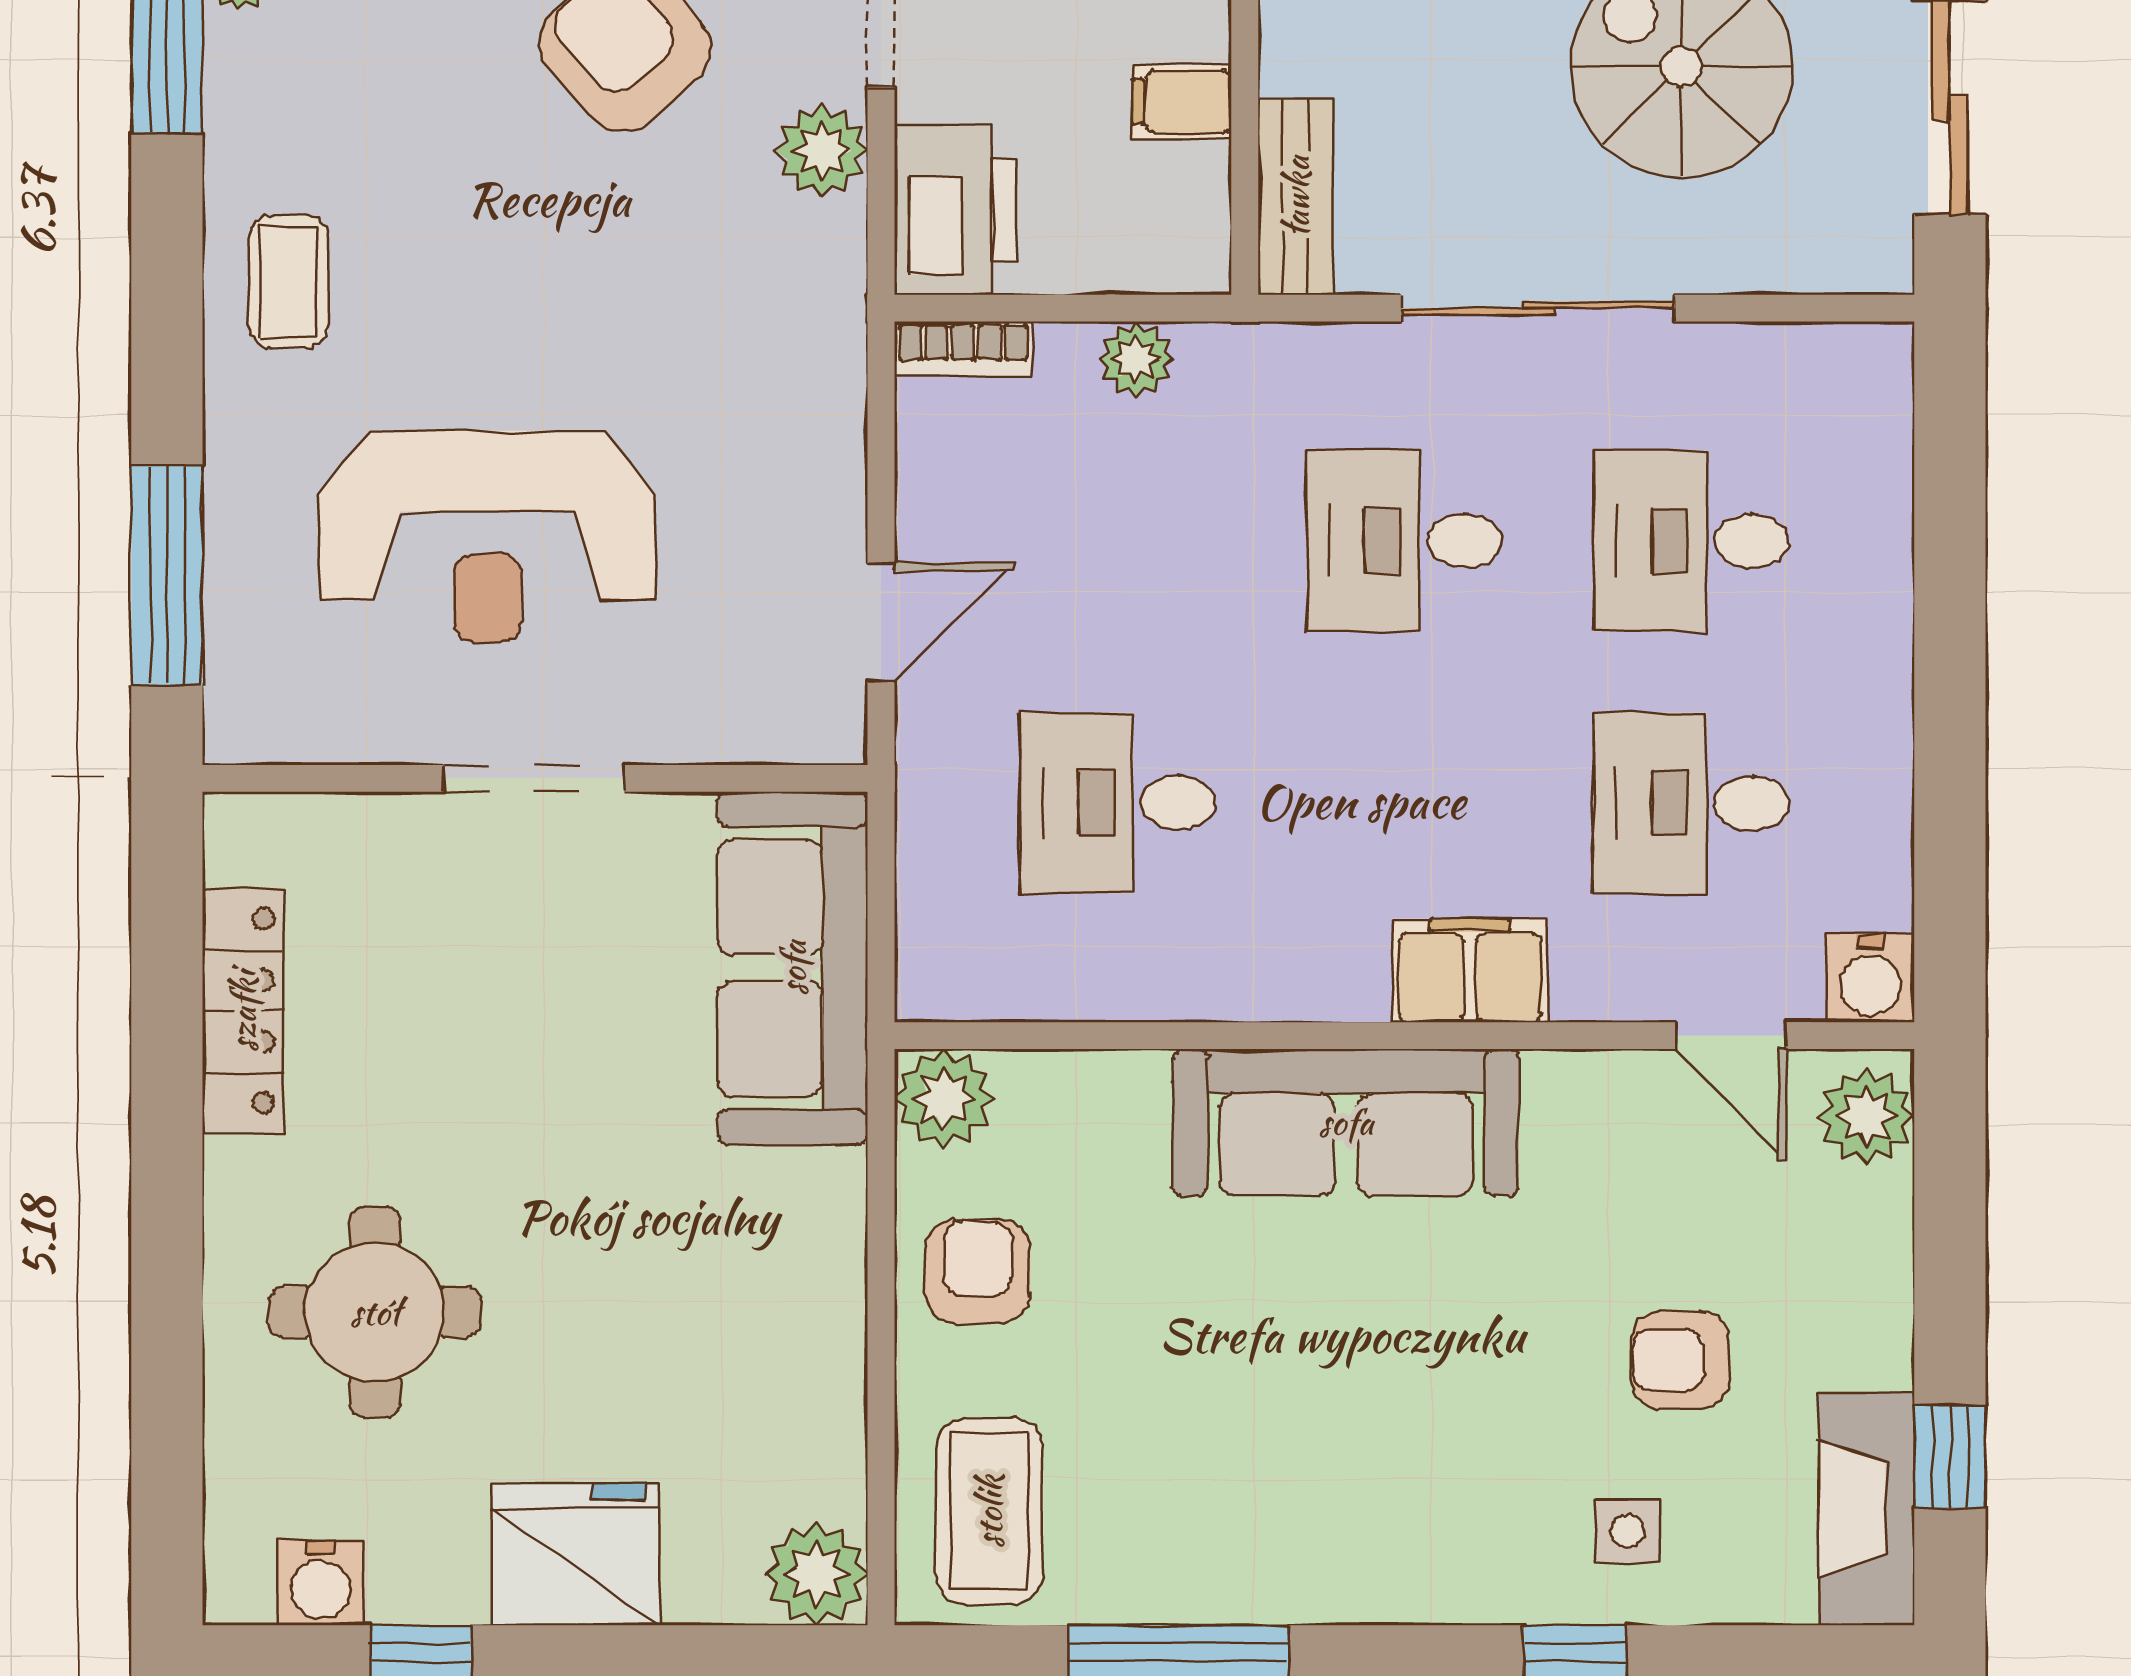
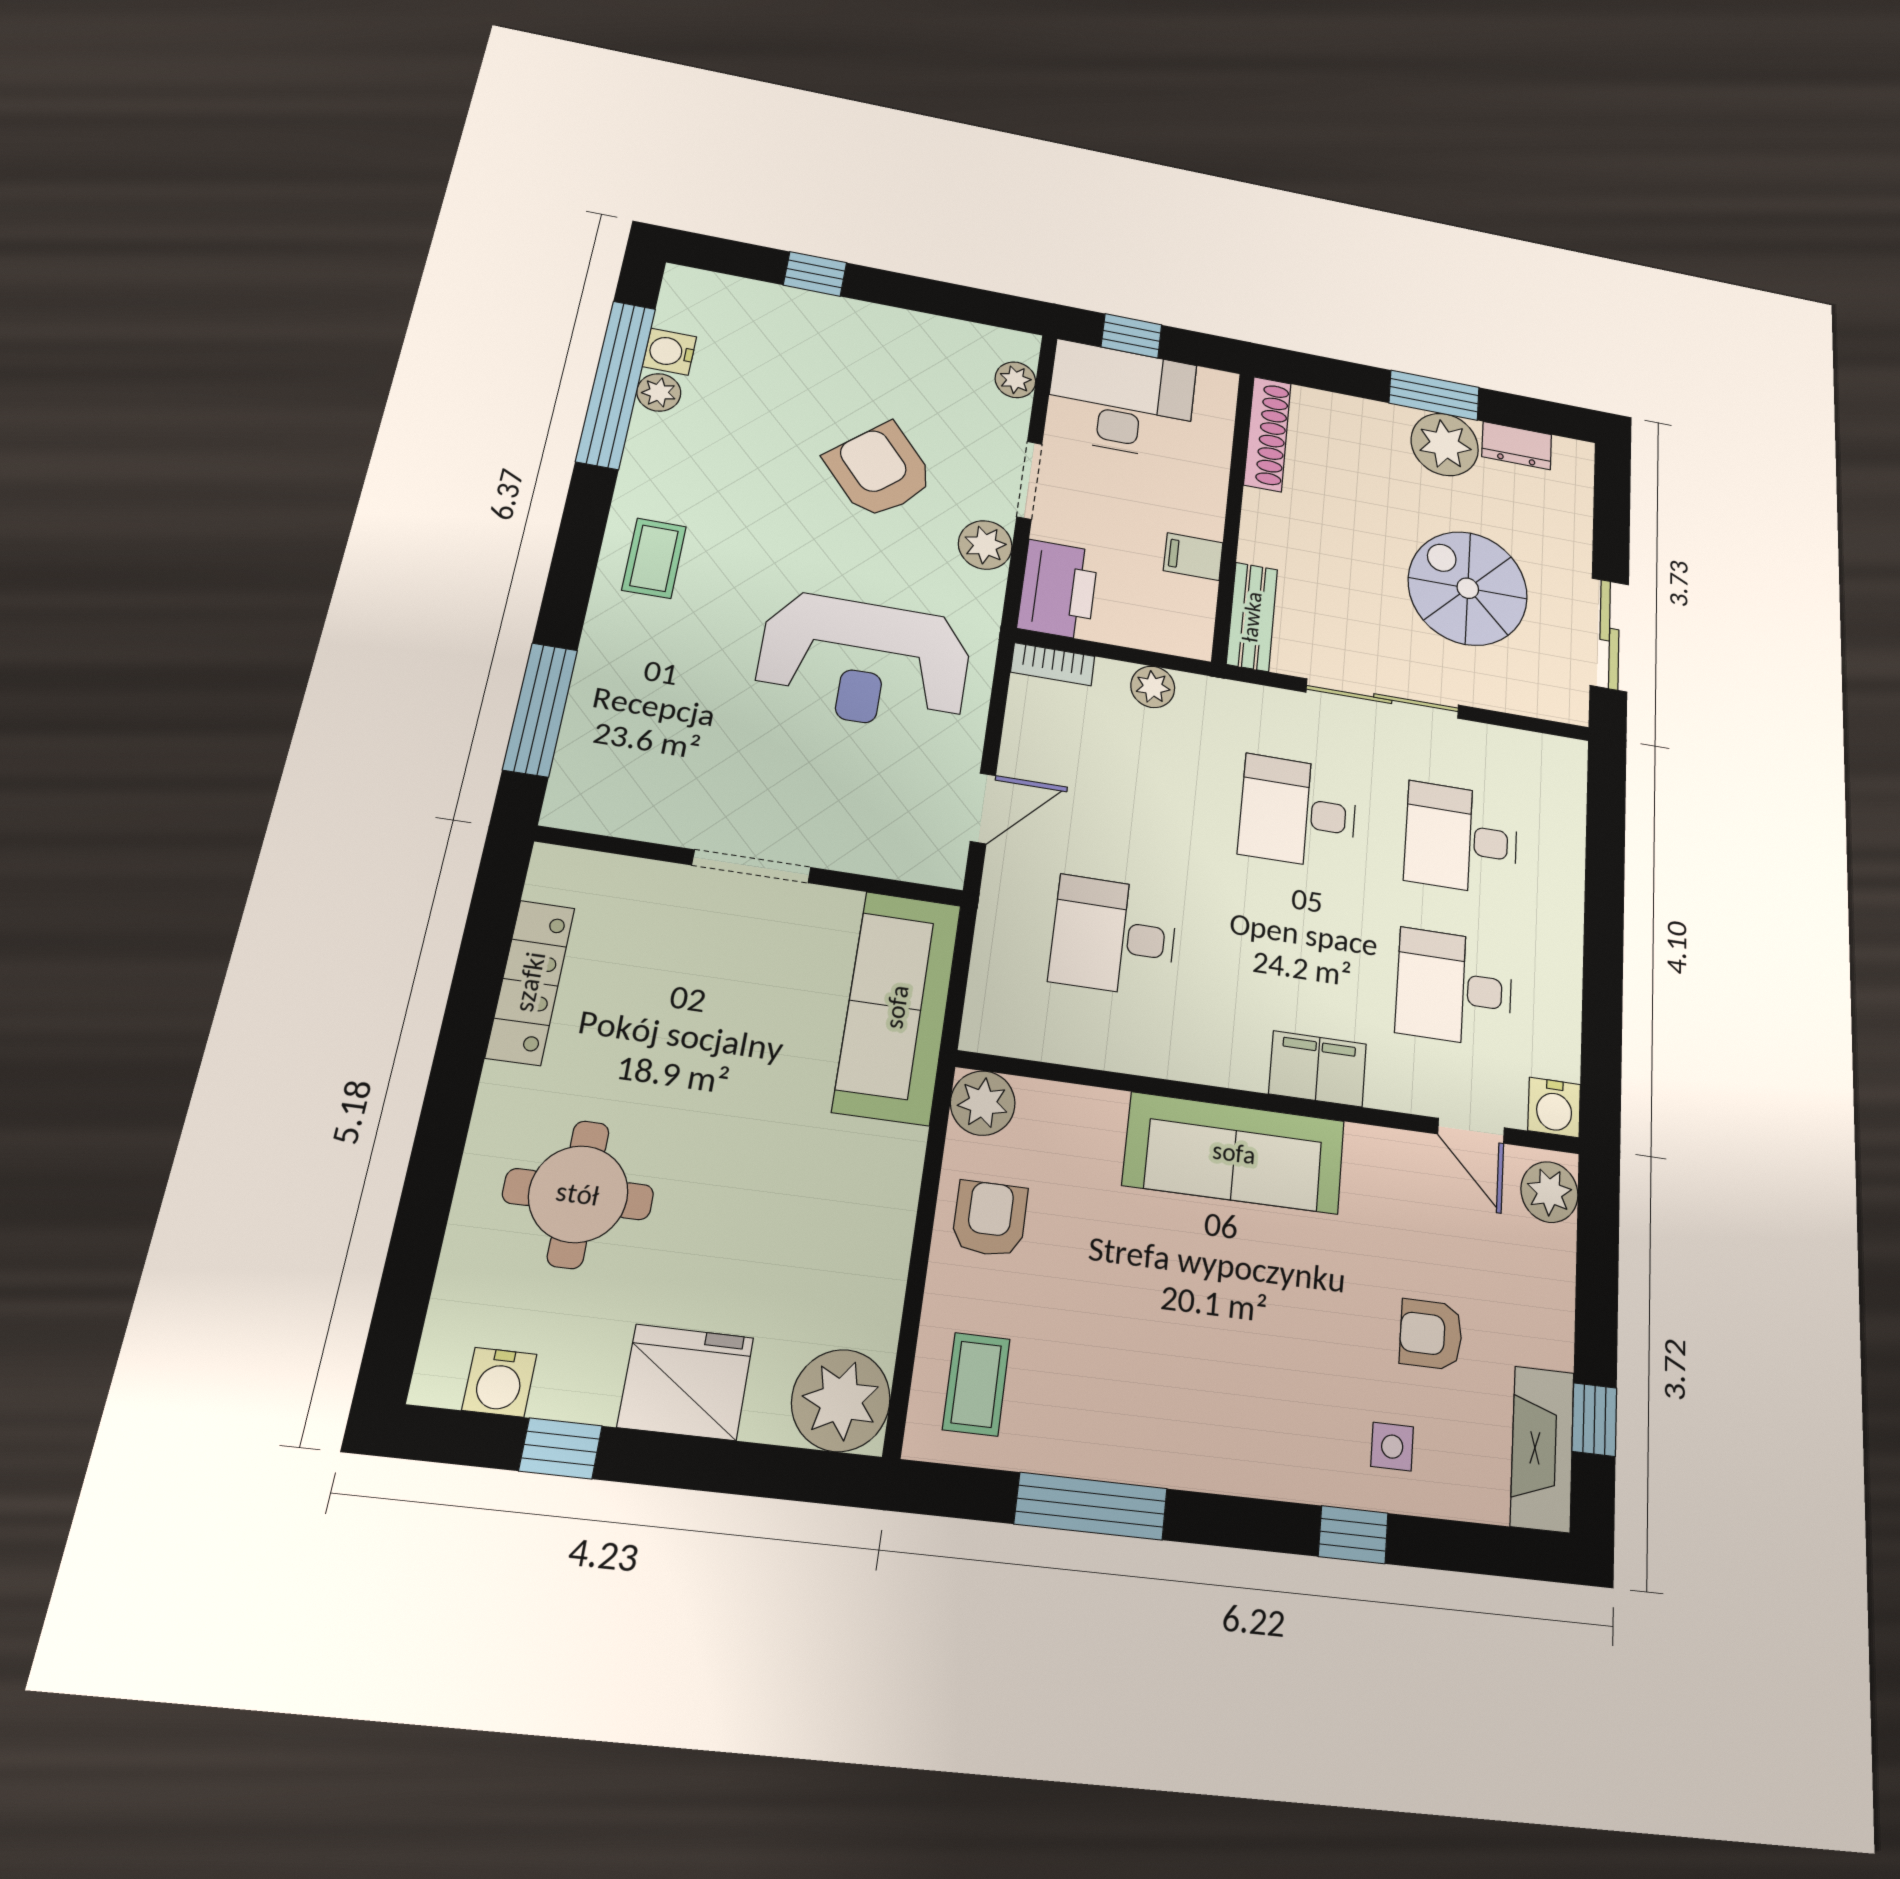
reception desk: (487, 537) -> (864, 662), moved
coffee table: (989, 1511) -> (976, 1384), width x0.73, depth x0.77
plant: (816, 1574) -> (841, 1400), width x1.36, depth x1.36

